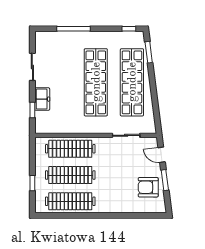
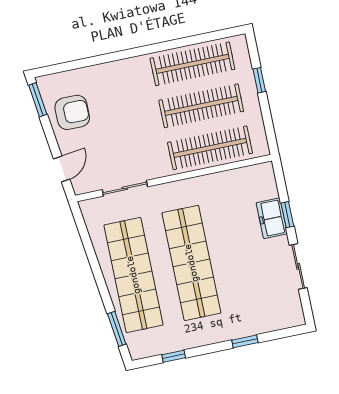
window: (74, 29) -> (245, 341), width x0.46
window: (129, 29) -> (174, 356), moved
window: (32, 110) -> (287, 215), moved
door: (162, 155) -> (62, 169), hinge flipped
window: (165, 180) -> (38, 100), moved

